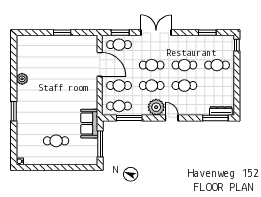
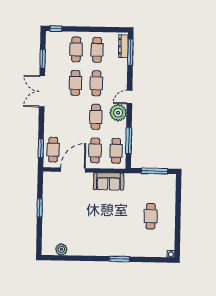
double door: (156, 33) -> (42, 91), moved
cafe table: (152, 65) -> (97, 50), moved
plant: (22, 79) -> (61, 249), moved
sofa: (89, 124) -> (109, 181), moved

